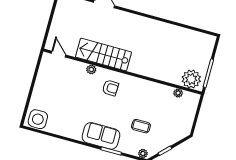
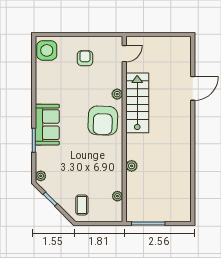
plant: (191, 79) -> (132, 166), moved, width x0.53, depth x0.53
armchair: (110, 88) -> (103, 121), width x1.88, depth x1.88
armchair: (53, 89) -> (85, 58), added
coffee table: (141, 126) -> (82, 205), moved

